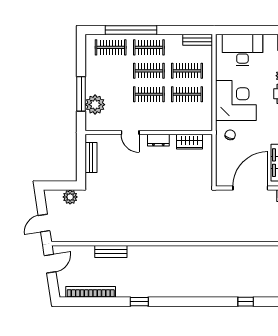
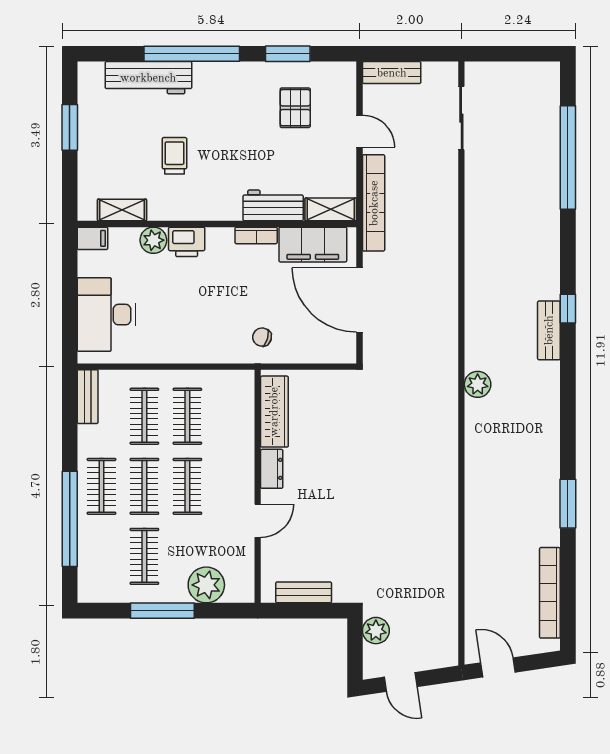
clothes rail: (111, 47) -> (144, 556), moved
window: (81, 94) -> (162, 611), moved
corner desk: (236, 101) -> (199, 327), removed
wardrobe: (190, 142) -> (274, 412), width x1.50
door: (44, 223) -> (401, 682), moved
bench: (111, 251) -> (549, 330), moved
plant: (204, 252) -> (478, 384), added
window: (139, 302) -> (568, 504), width x1.50

